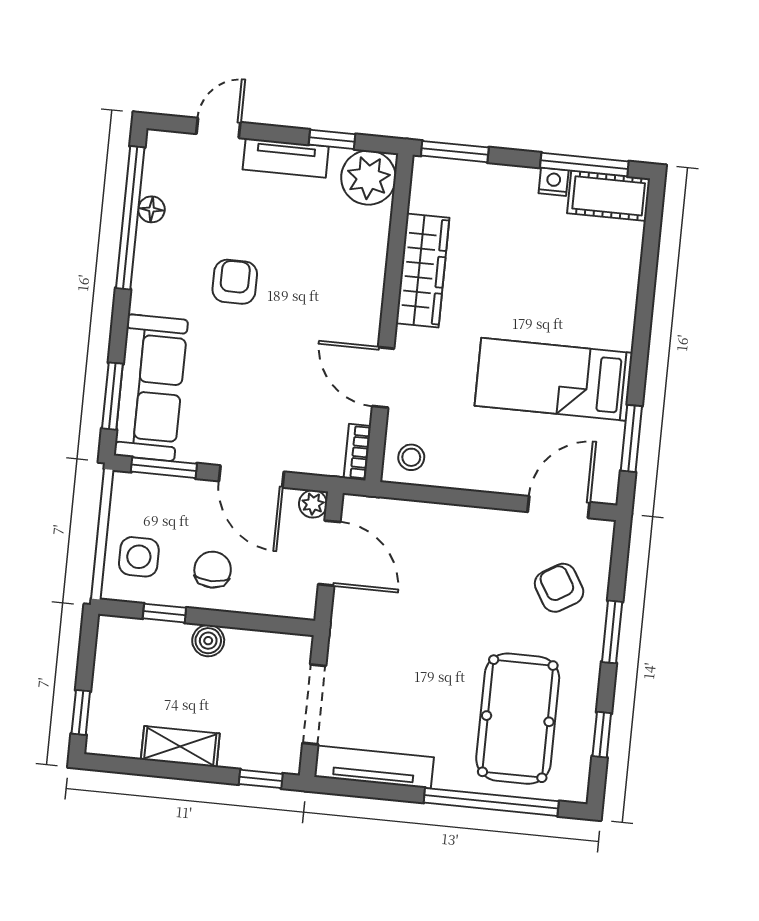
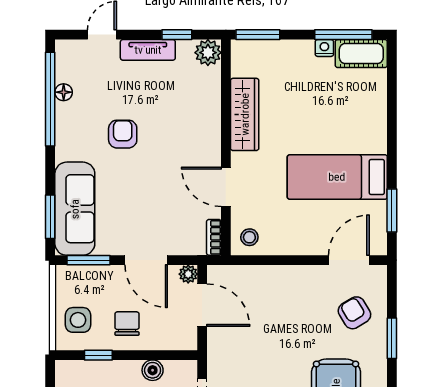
plant: (368, 178) -> (208, 53), width x0.73, depth x0.73
boiler: (208, 641) -> (153, 370), moved

